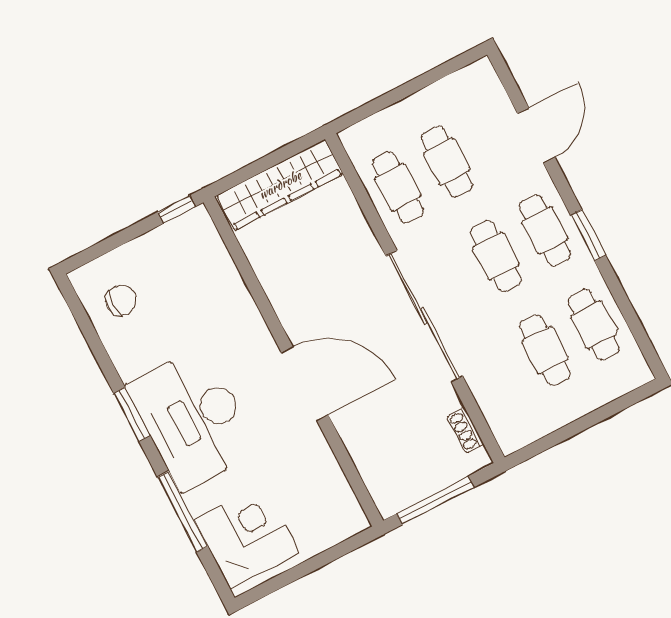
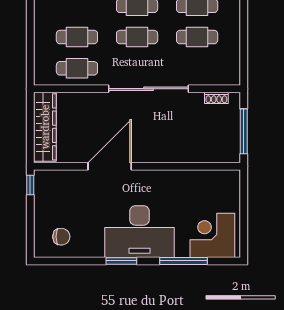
chair: (121, 300) -> (61, 237), turned 90
door: (305, 384) -> (110, 166), moved

